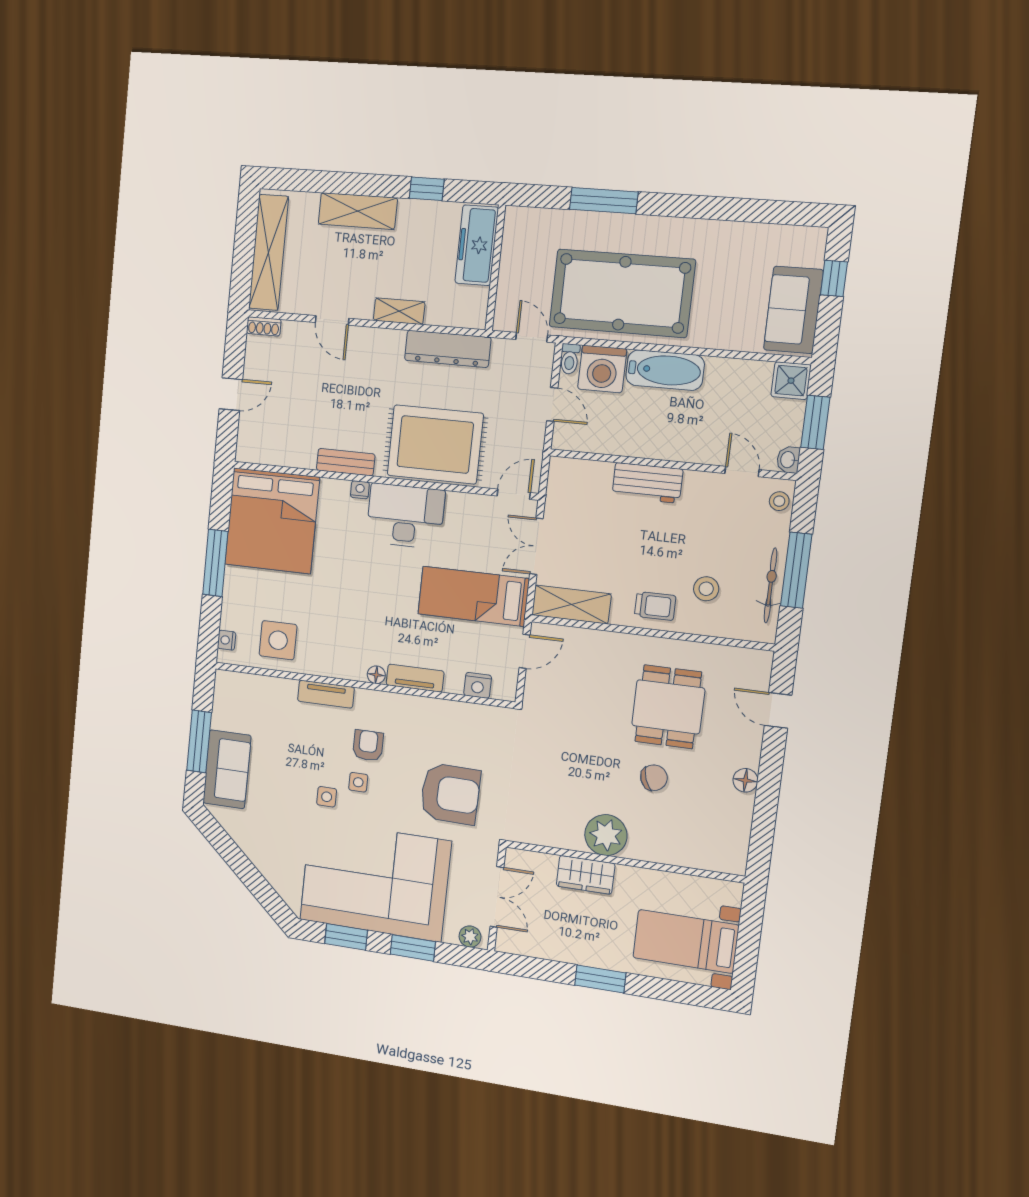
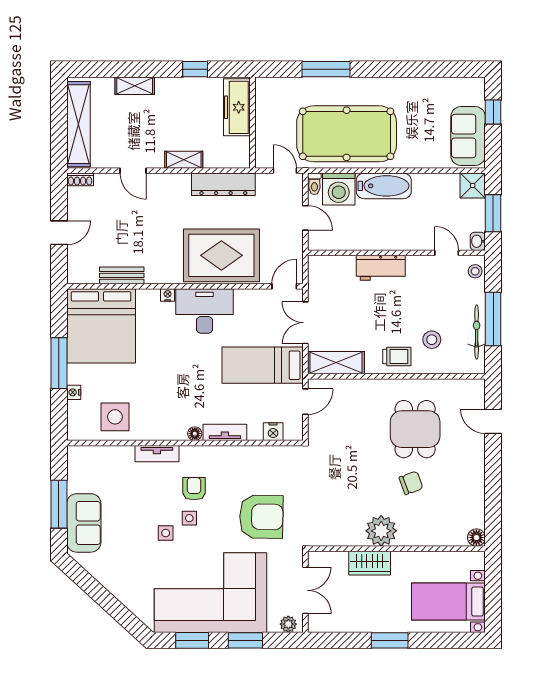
shelving: (358, 211) -> (135, 86), width x0.67, depth x0.75
bench: (346, 462) -> (122, 275), moved
nightstand: (226, 640) -> (74, 392), moved
floor lamp: (745, 780) -> (476, 538), moved

